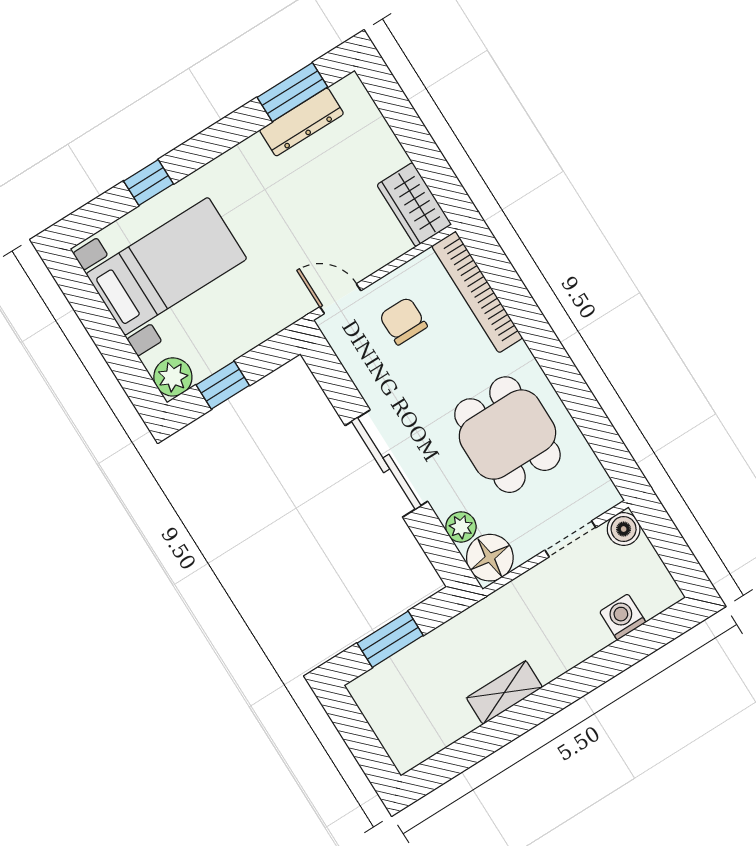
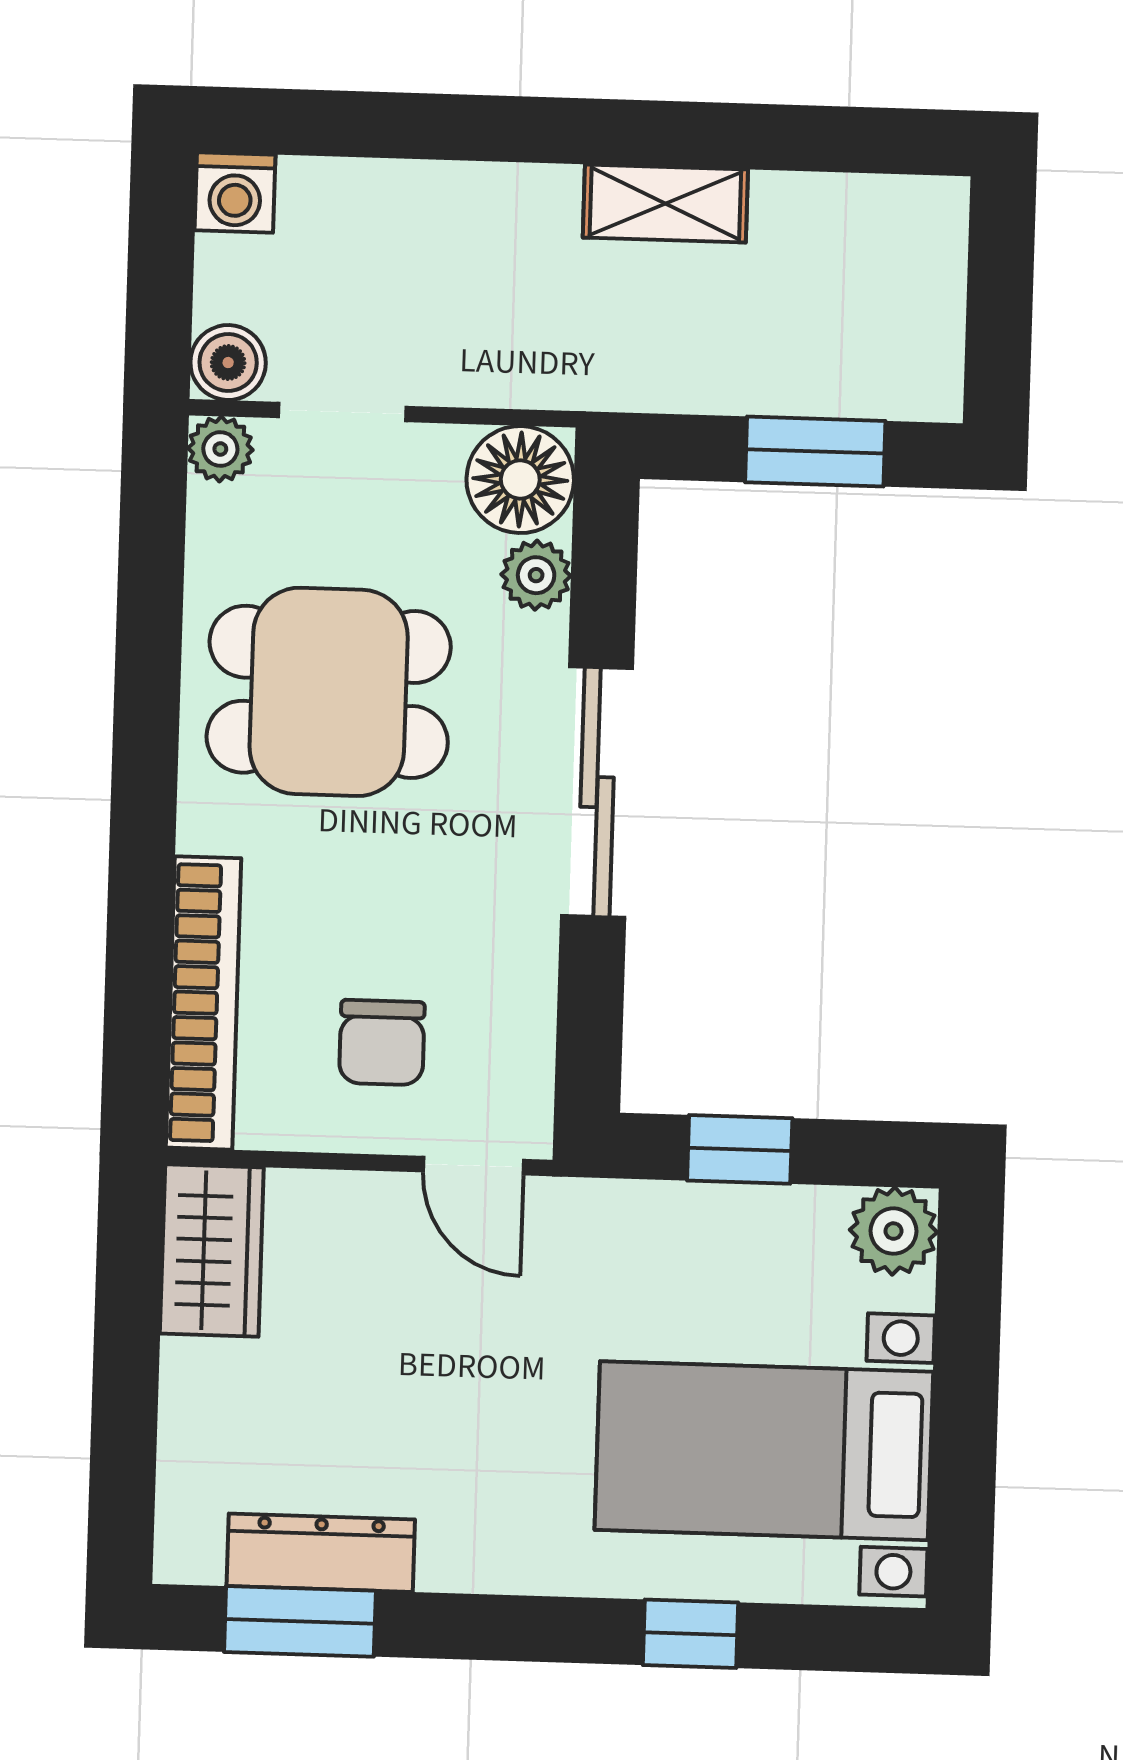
window: (223, 385) -> (740, 1149), moved
dining table: (507, 435) -> (329, 692), turned 90
plant: (605, 496) -> (220, 449), added
washing machine: (623, 617) -> (235, 192), moved

